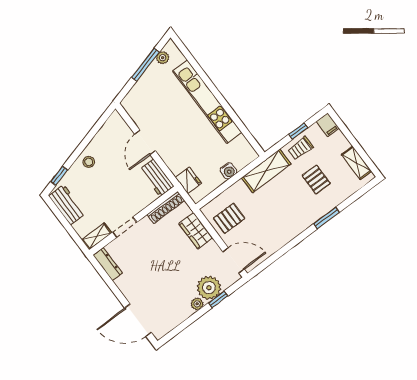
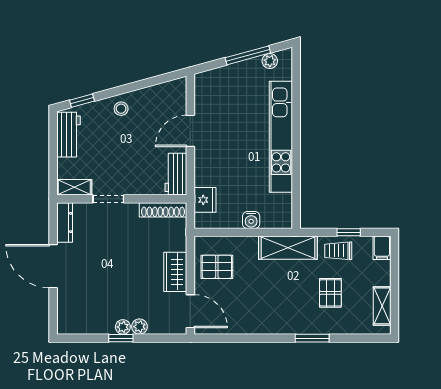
wardrobe: (196, 231) -> (175, 272), moved
plant: (209, 288) -> (139, 327), width x0.53, depth x0.53
window: (218, 299) -> (121, 338), moved
door: (138, 320) -> (53, 266), moved

